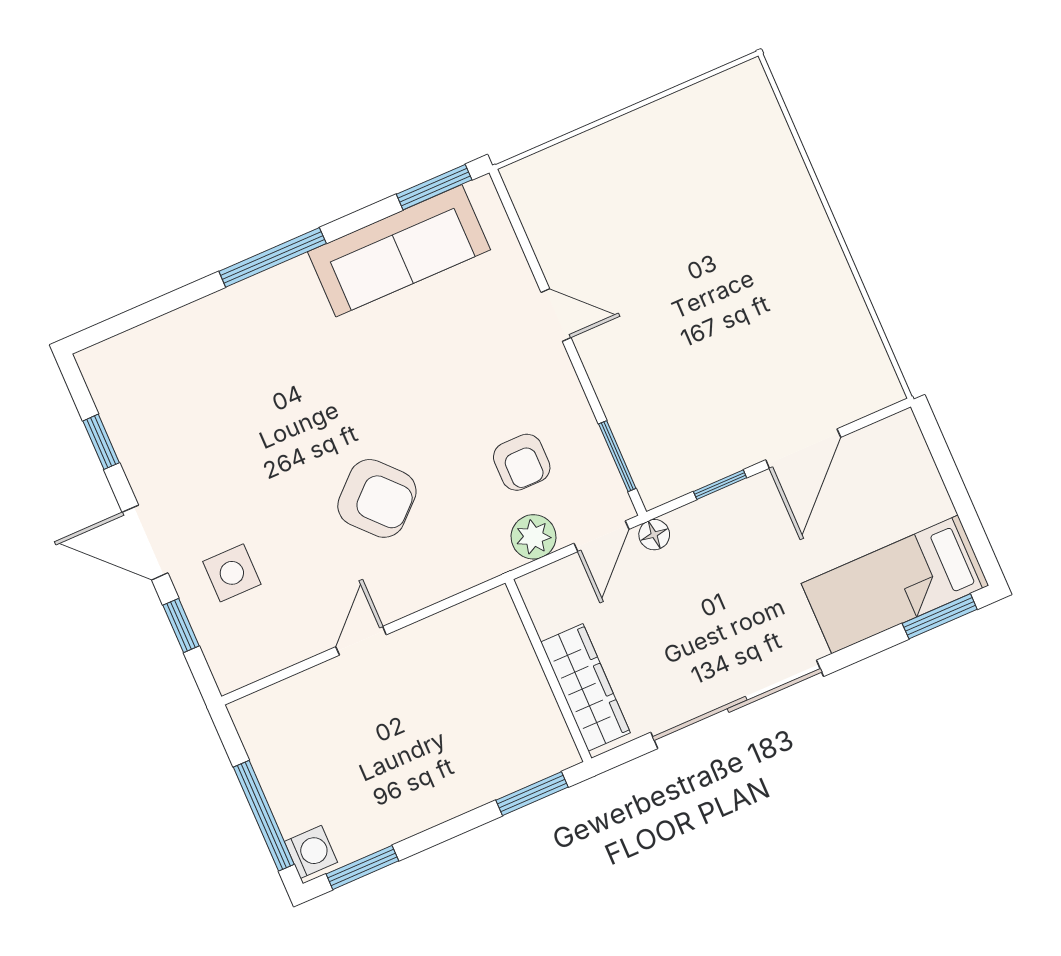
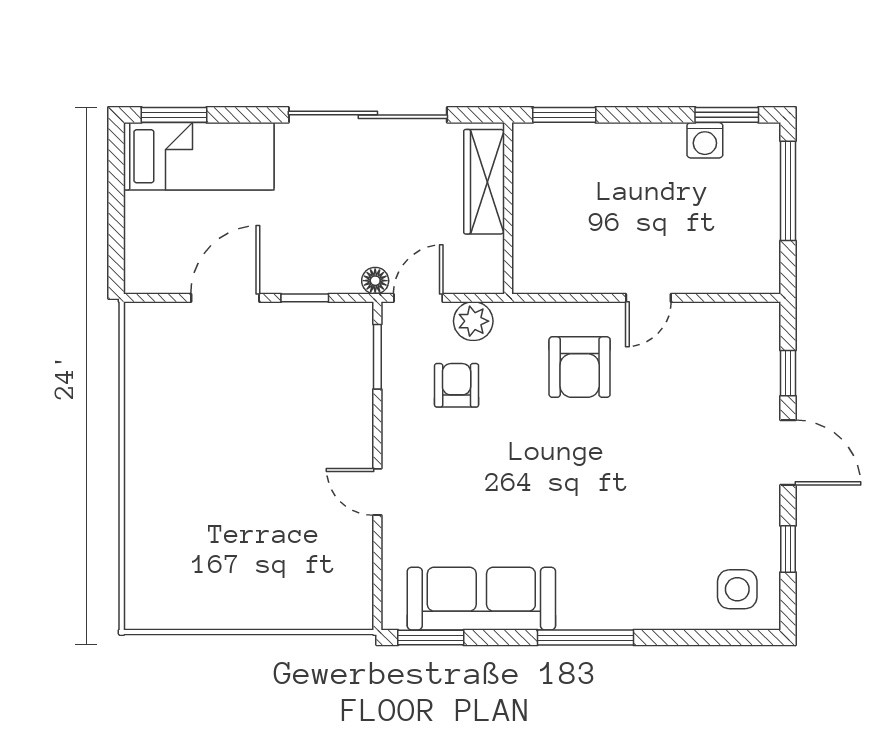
armchair: (377, 498) -> (580, 367), moved, turned -137
side table: (232, 573) -> (737, 589), moved
washing machine: (311, 852) -> (705, 140), moved, turned -90

